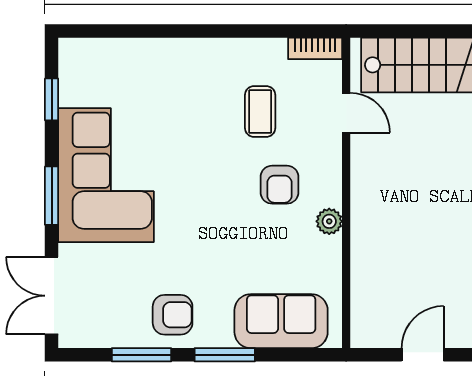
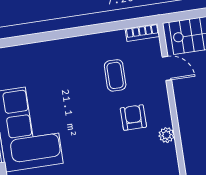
armchair: (279, 185) -> (133, 118), turned 180

